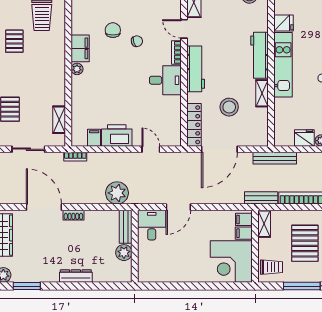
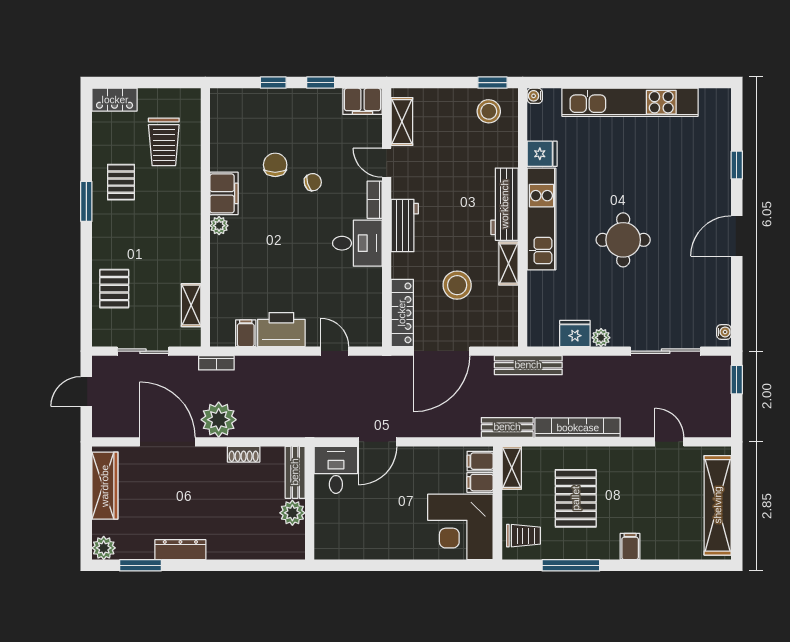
workbench: (196, 69) -> (405, 225), width x0.73
plant: (117, 193) -> (219, 420), moved
shoe rack: (73, 215) -> (244, 454), moved
dresser: (76, 276) -> (180, 550), moved

